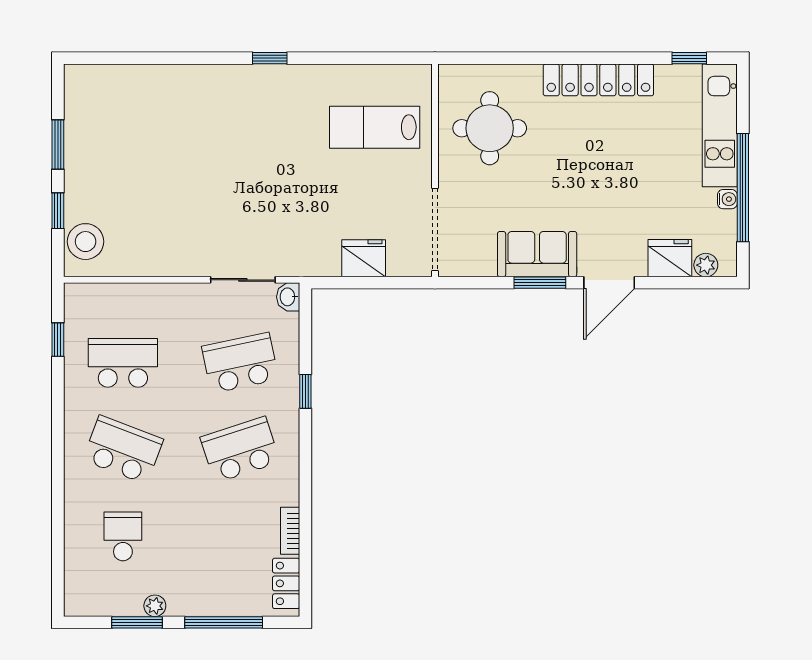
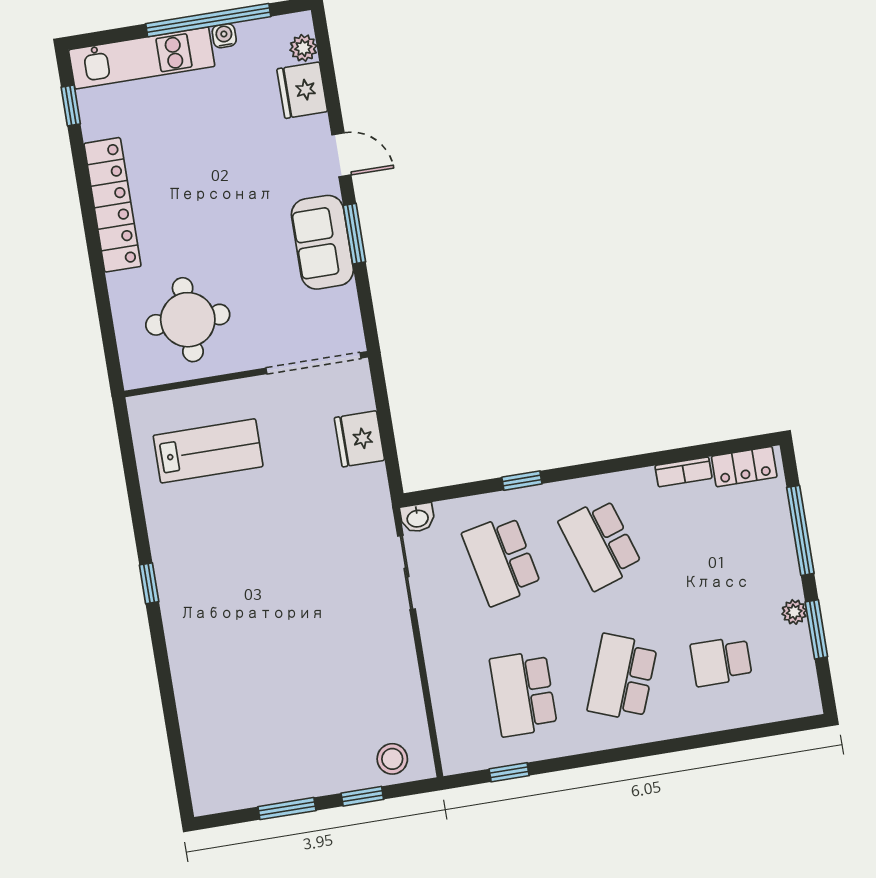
lab bench: (375, 127) -> (208, 451), turned -90
stool: (86, 242) -> (392, 759), width x0.73, depth x0.73
door: (609, 283) -> (341, 155), width x0.73

